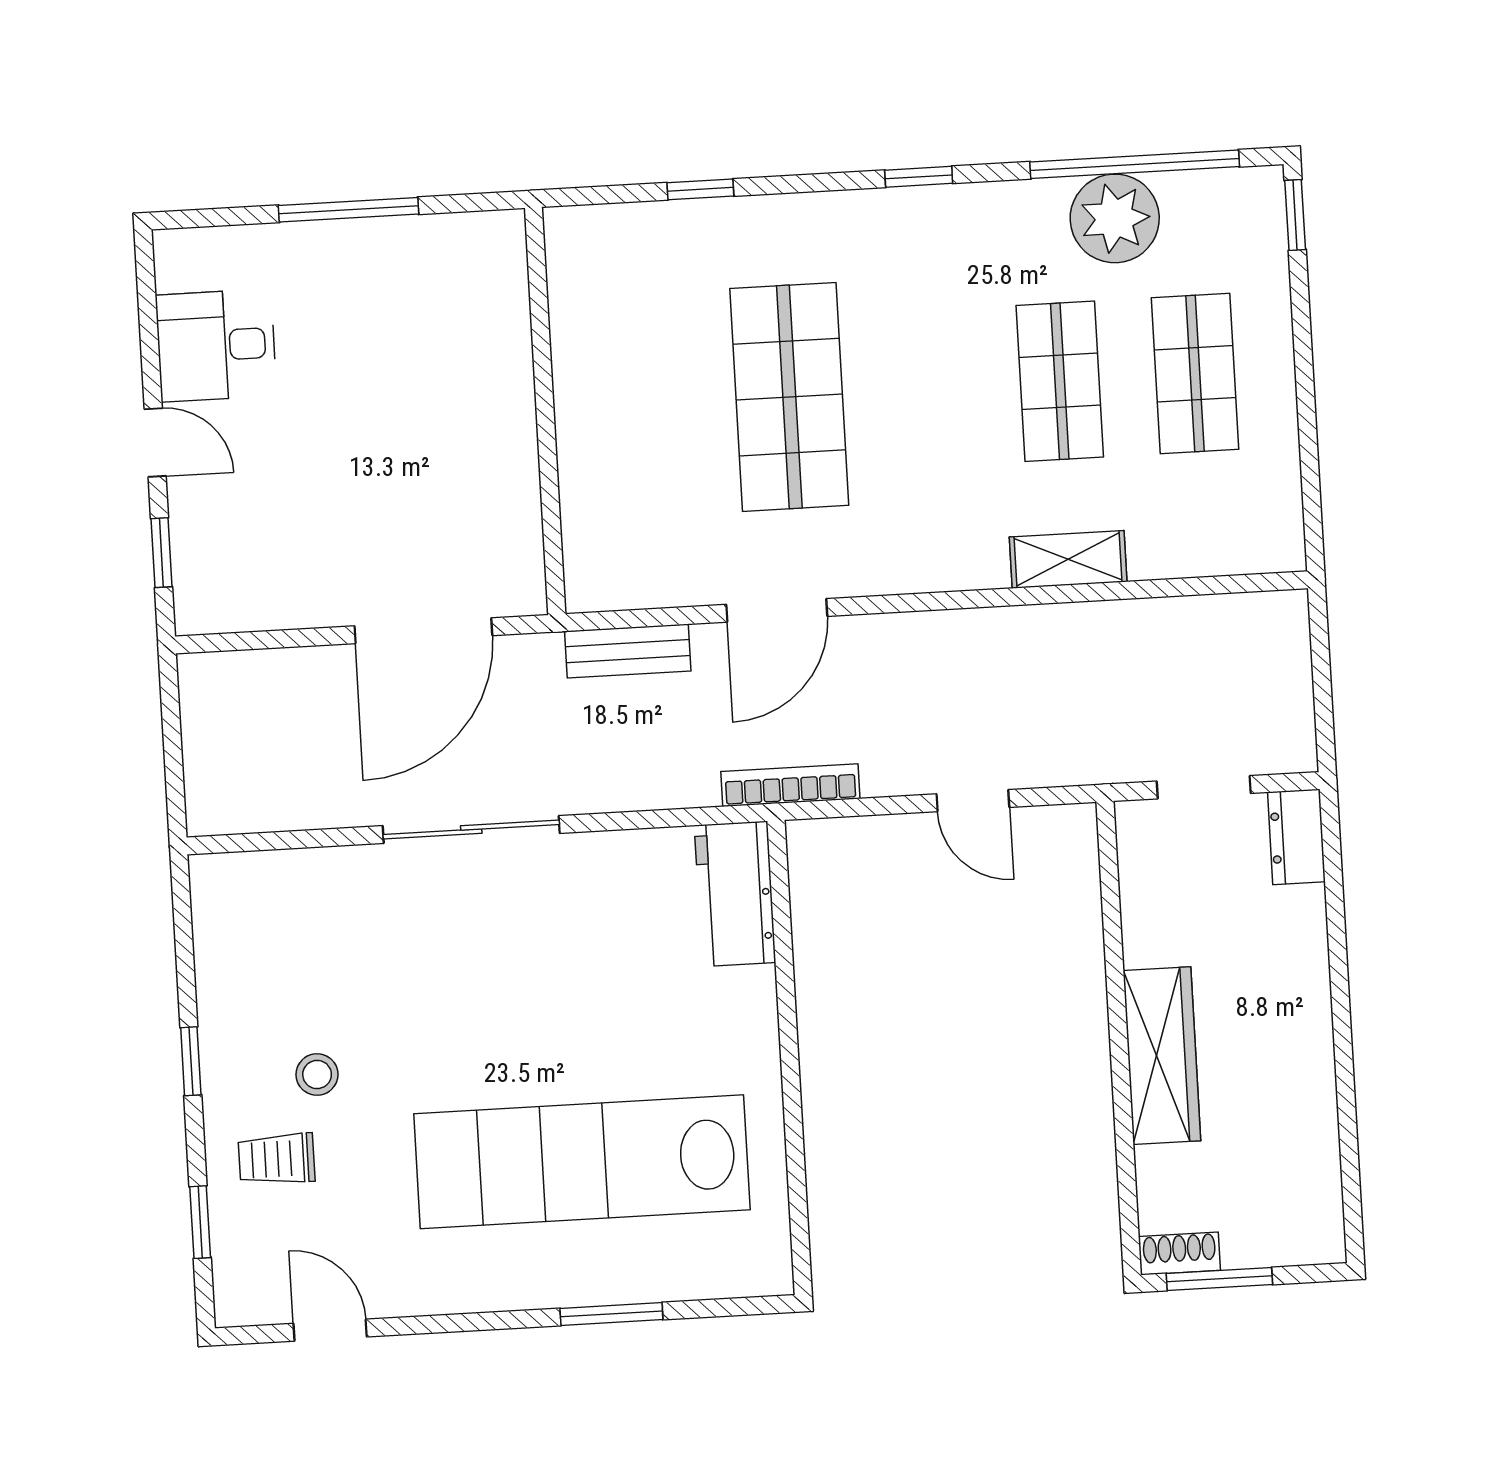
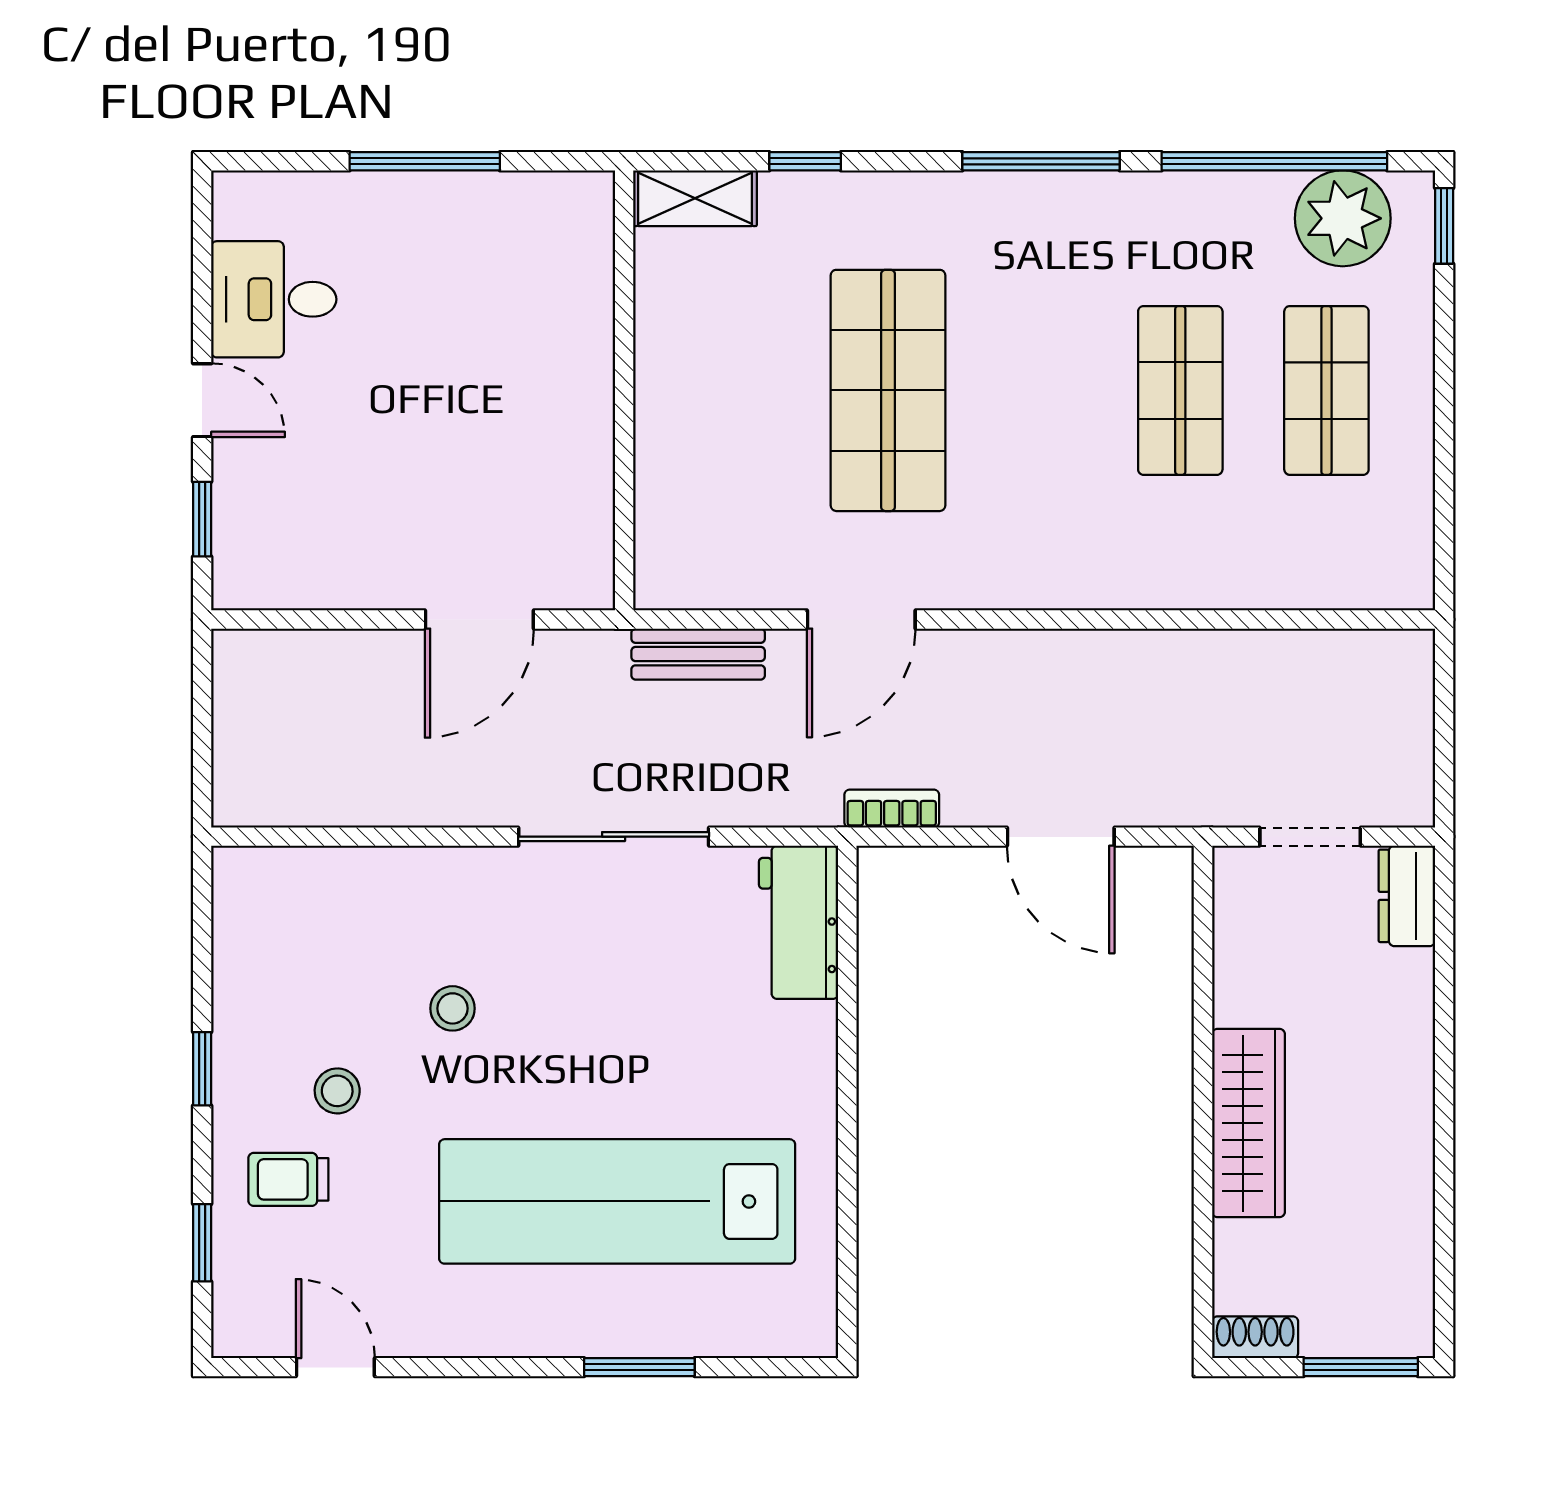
window: (919, 177) -> (1041, 161), width x2.17
plant: (1115, 218) -> (1343, 218), moved
shelving: (1068, 559) -> (695, 198), moved
door: (423, 631) -> (479, 620), width x0.73
bookcase: (790, 785) -> (892, 809), width x0.64
door: (973, 801) -> (1061, 837), width x1.38
sliding door: (471, 830) -> (614, 837), moved
stool: (419, 992) -> (453, 1008), added
window: (1219, 1279) -> (1361, 1367), moved

